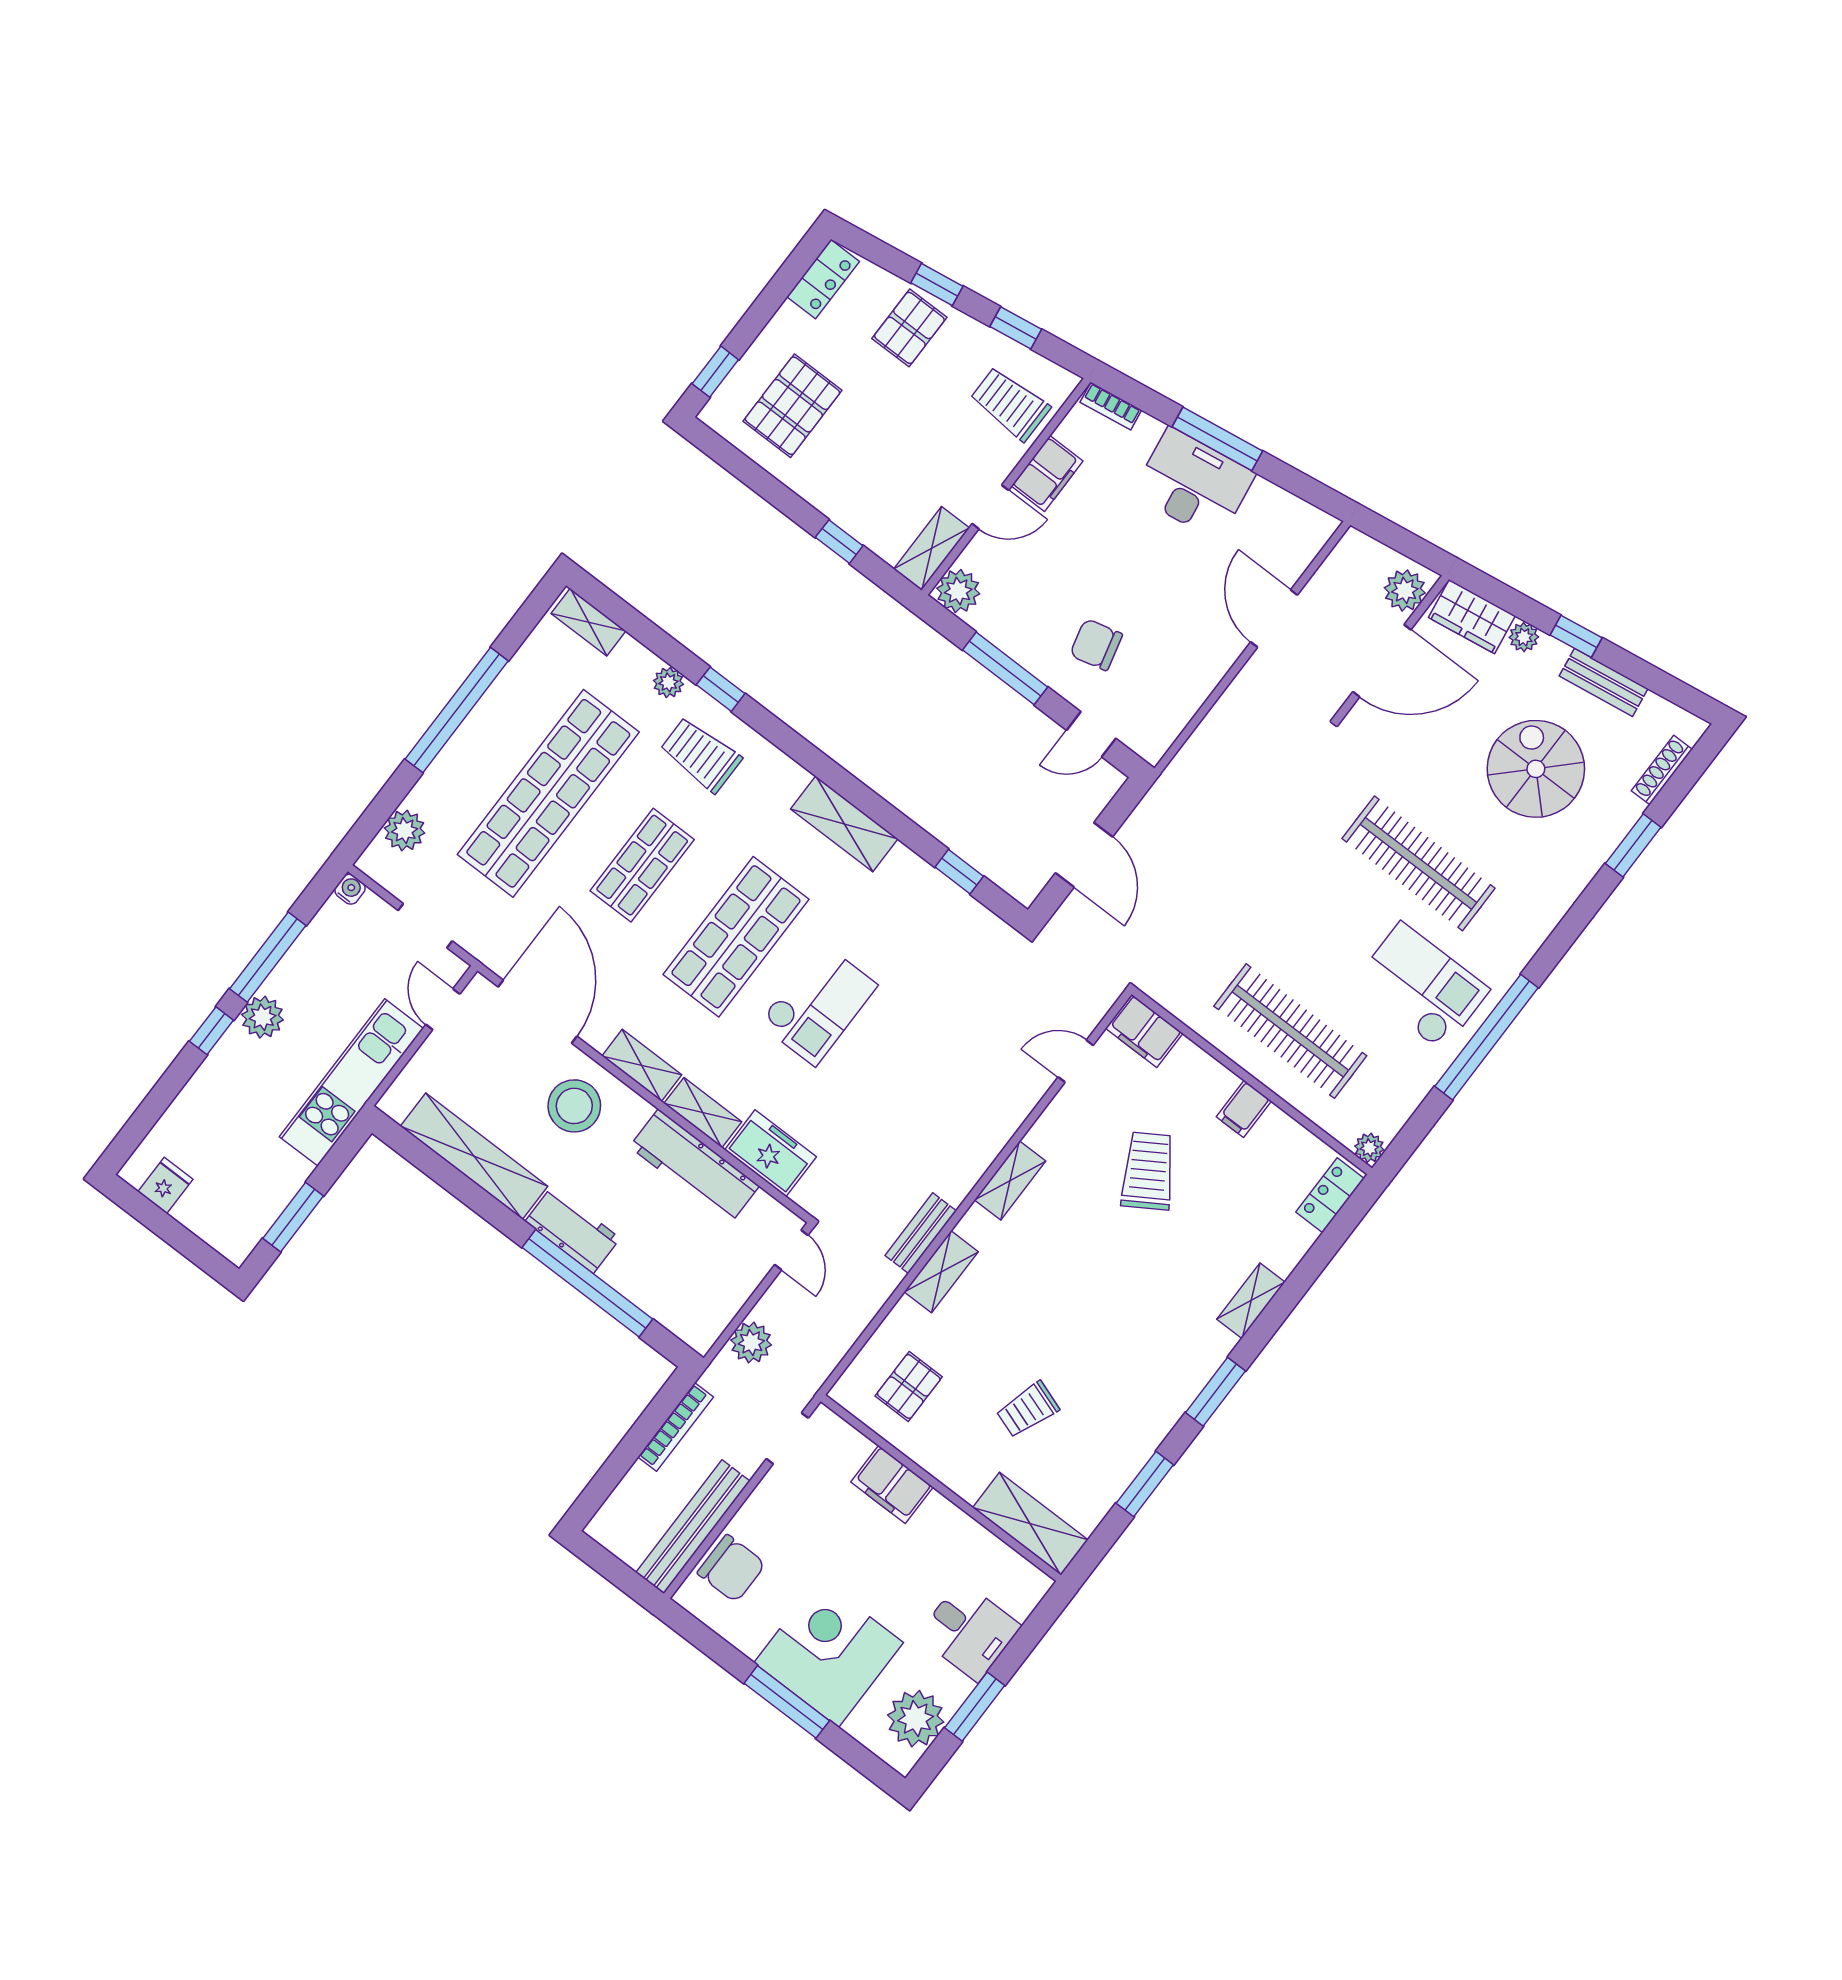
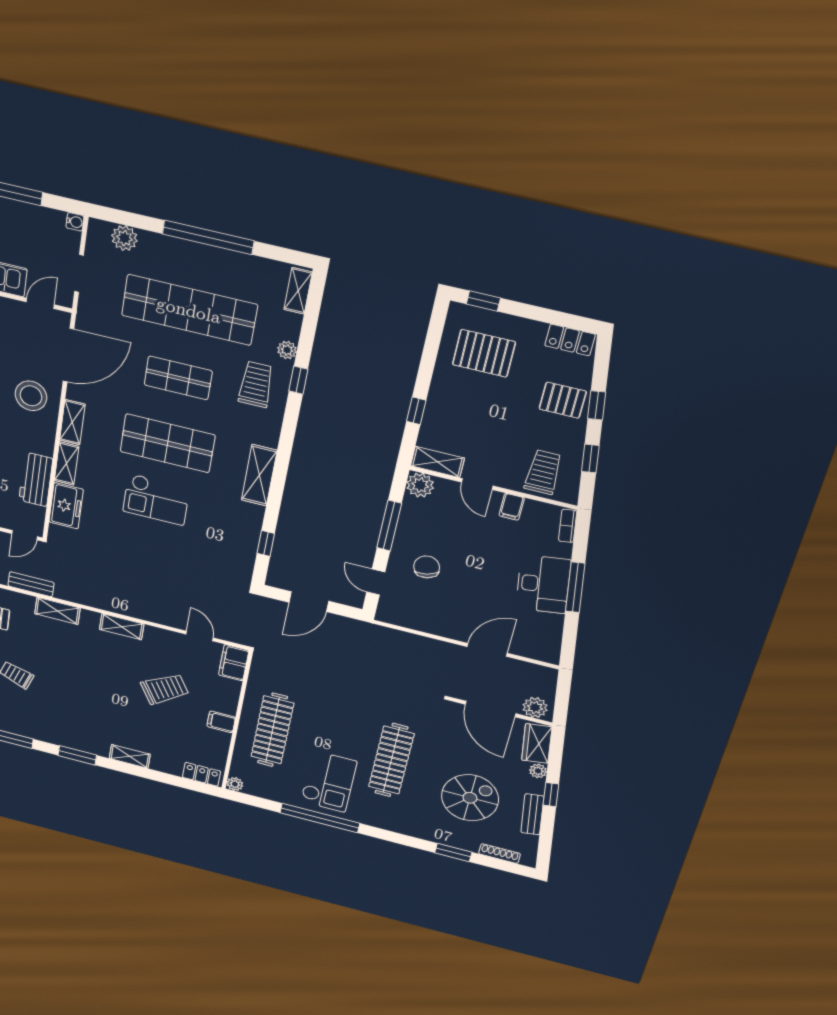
filing cabinet: (1047, 474) -> (512, 507), width x0.50
workbench: (694, 1166) -> (36, 479), width x0.73
bench: (921, 1233) -> (31, 584), moved

